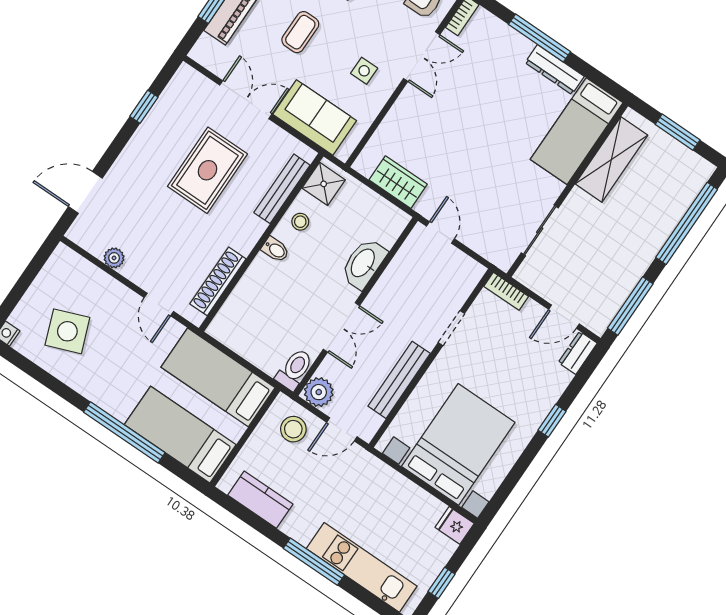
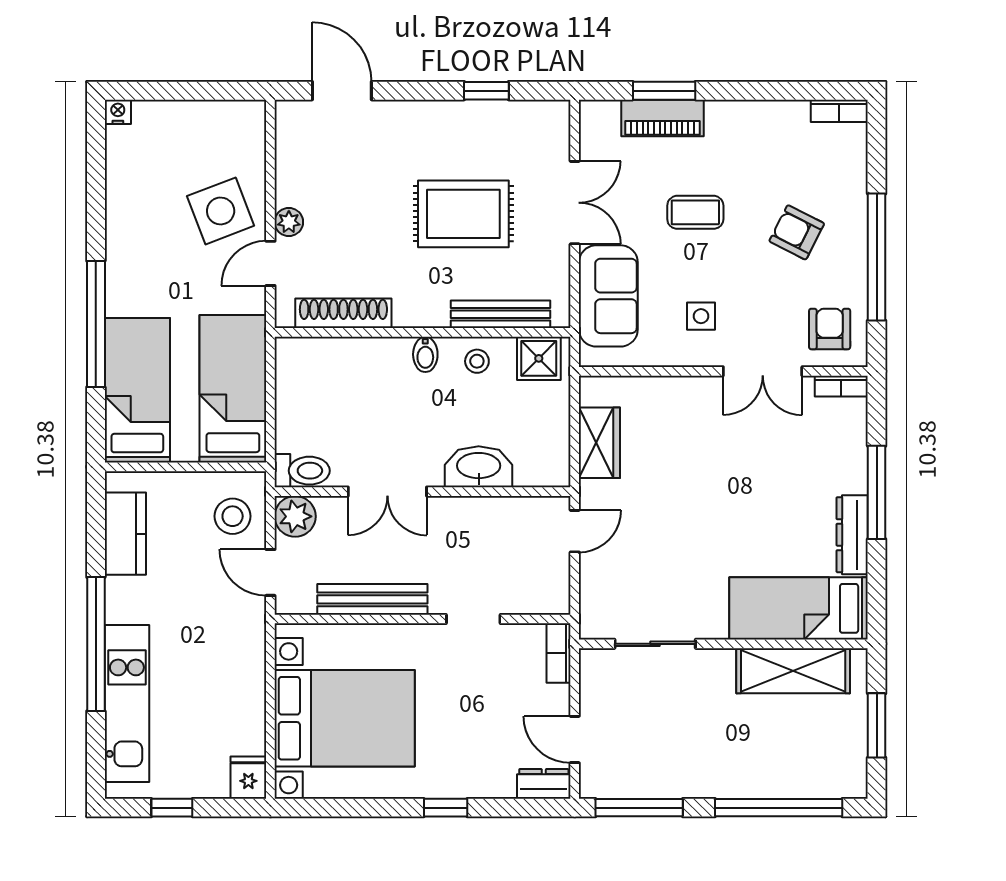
plant: (114, 258) -> (289, 222), moved
side table: (67, 331) -> (221, 211), moved
window: (314, 562) -> (96, 644), width x1.46

